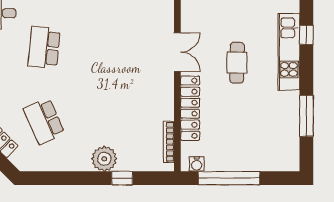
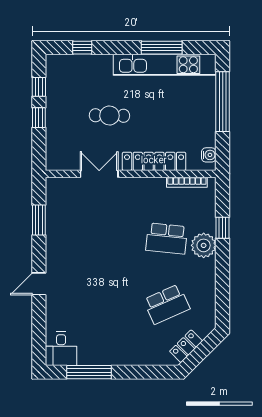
school desk: (44, 48) -> (167, 239), moved
kitchen unit: (289, 52) -> (165, 65), moved, width x1.36
window: (229, 178) -> (223, 102), moved

